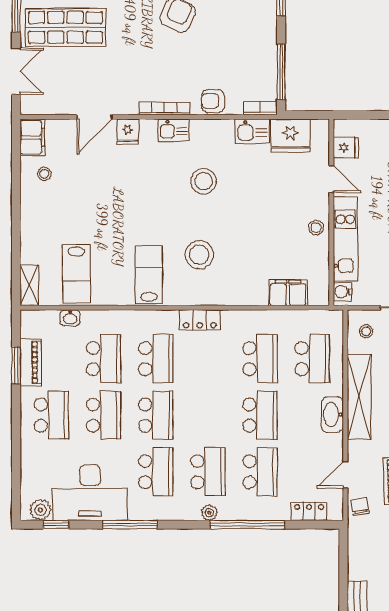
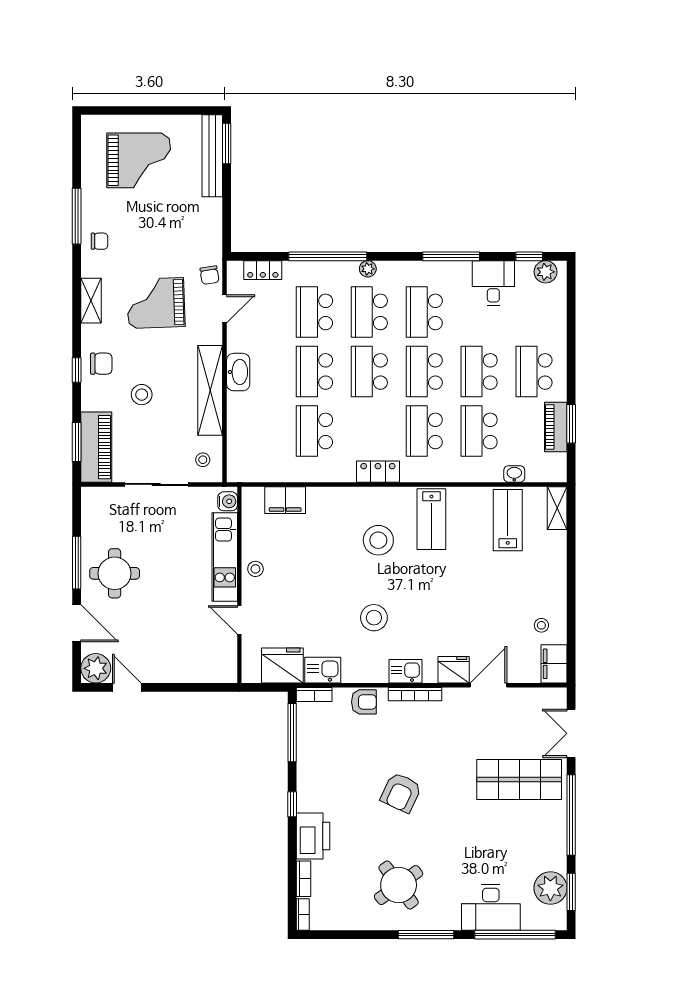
fridge: (128, 132) -> (454, 670), width x1.38
fridge: (346, 148) -> (224, 653), removed
school desk: (312, 359) -> (369, 371), moved
desk: (90, 493) -> (493, 283), width x0.53, depth x0.77

